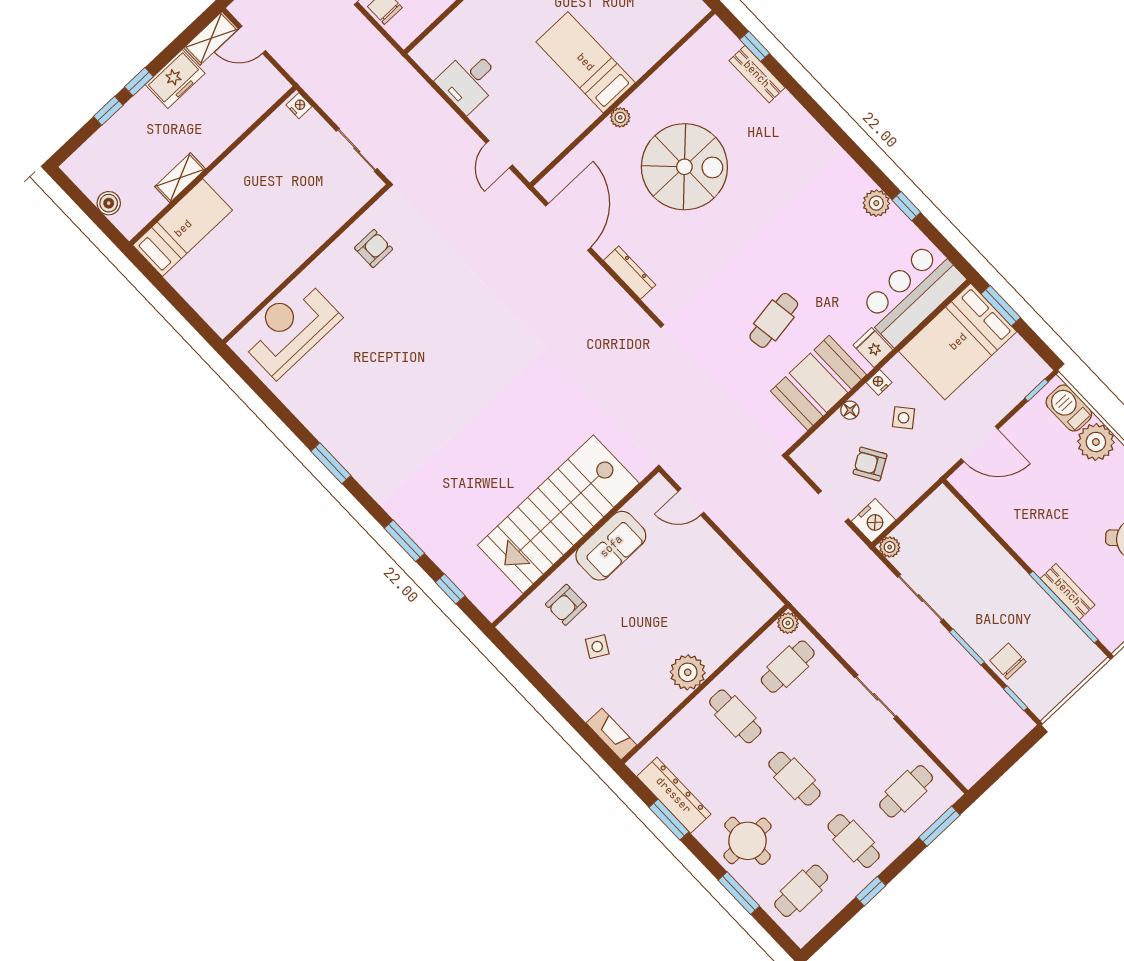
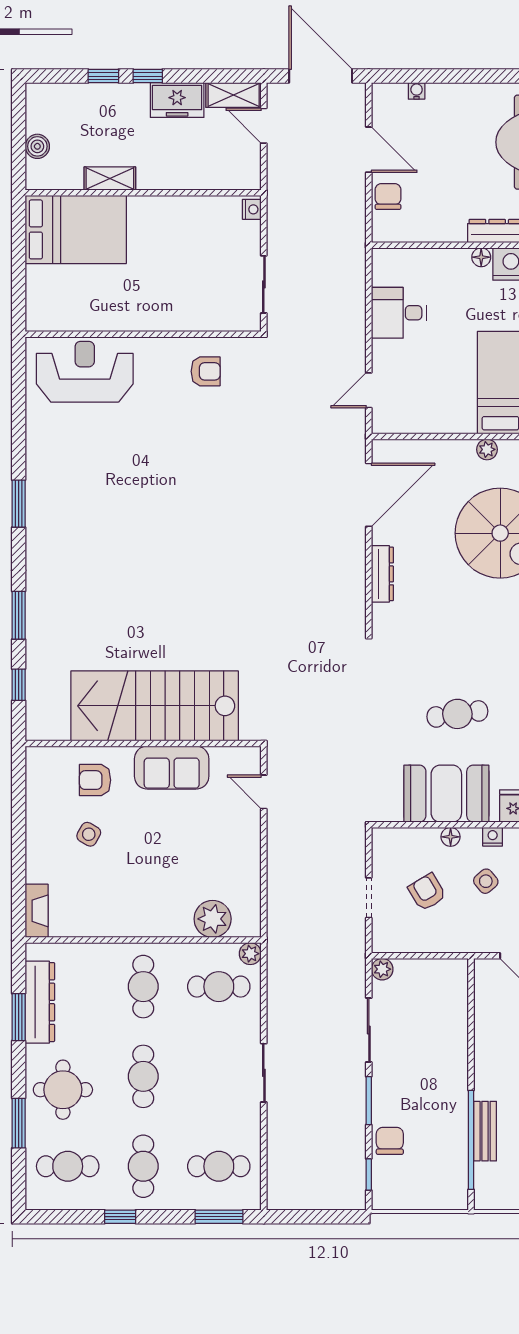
bed: (183, 228) -> (76, 229), width x1.50
nightstand: (873, 521) -> (389, 938), removed
plant: (688, 672) -> (213, 919), moved

